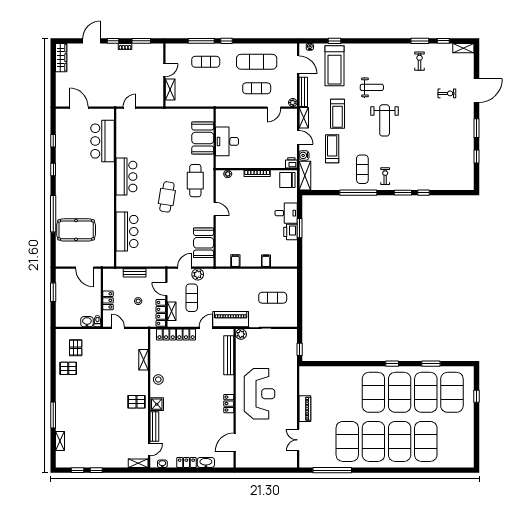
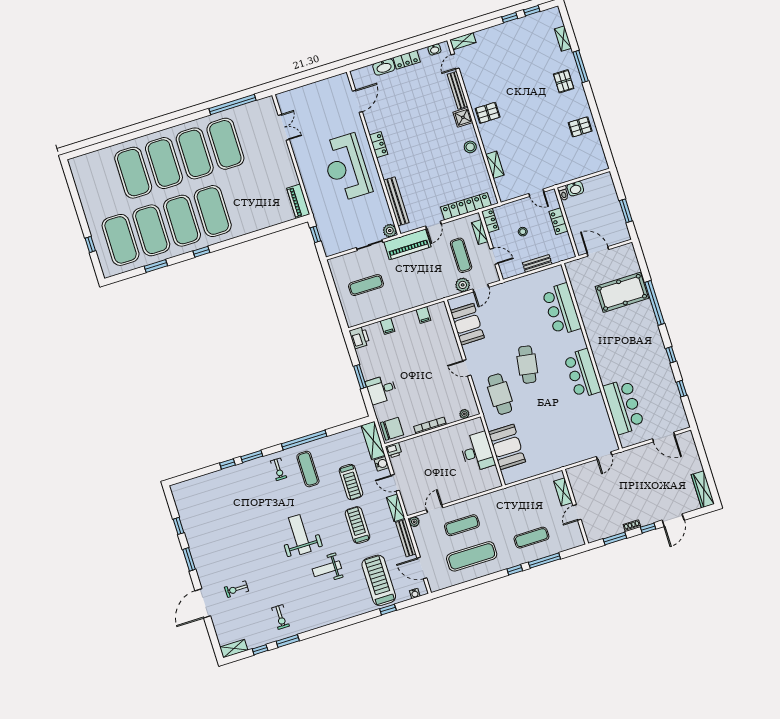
printer: (291, 232) -> (359, 338), moved
locker: (161, 313) -> (490, 220), width x0.66
pallet: (76, 348) -> (564, 81), moved
piano: (305, 409) -> (298, 201), moved

